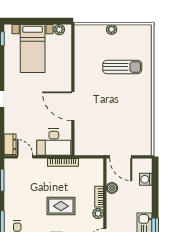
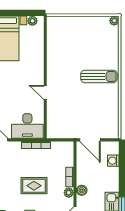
plant: (112, 29) -> (114, 21), moved
sun lounger: (122, 67) -> (99, 76), moved
door: (73, 106) -> (45, 92), width x0.53
boiler: (112, 188) -> (82, 190), moved

